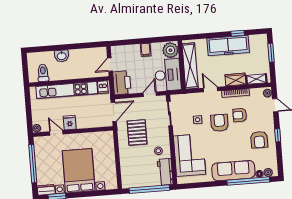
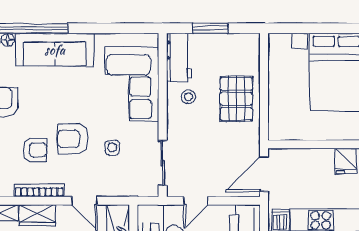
armchair: (219, 123) -> (73, 139), turned 90
pallet: (137, 132) -> (236, 99), moved
window: (149, 189) -> (210, 28), width x0.47

